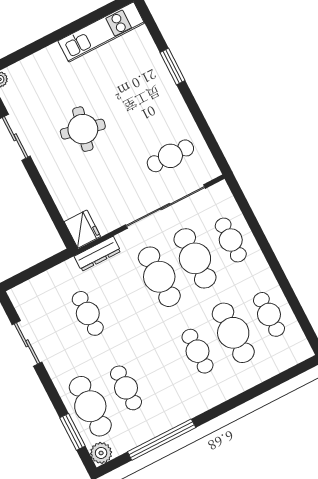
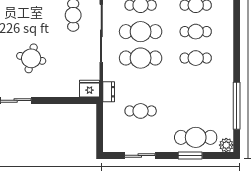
dresser: (97, 254) -> (109, 92), width x0.70
cafe table: (233, 333) -> (196, 32), width x0.73, depth x0.74
cafe table: (126, 388) -> (196, 111), removed
window: (73, 432) -> (190, 155), moved

